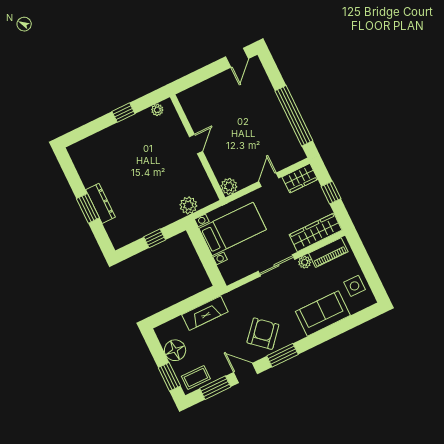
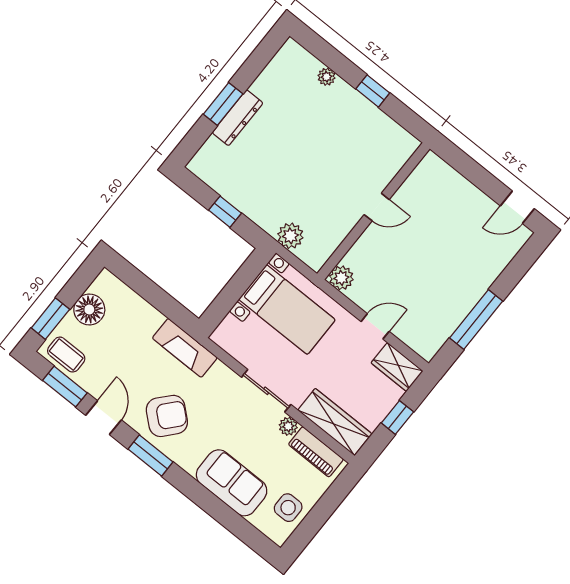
plant: (157, 110) -> (327, 77), moved
window: (294, 116) -> (476, 319), width x0.68
fireplace: (205, 313) -> (185, 348), moved

